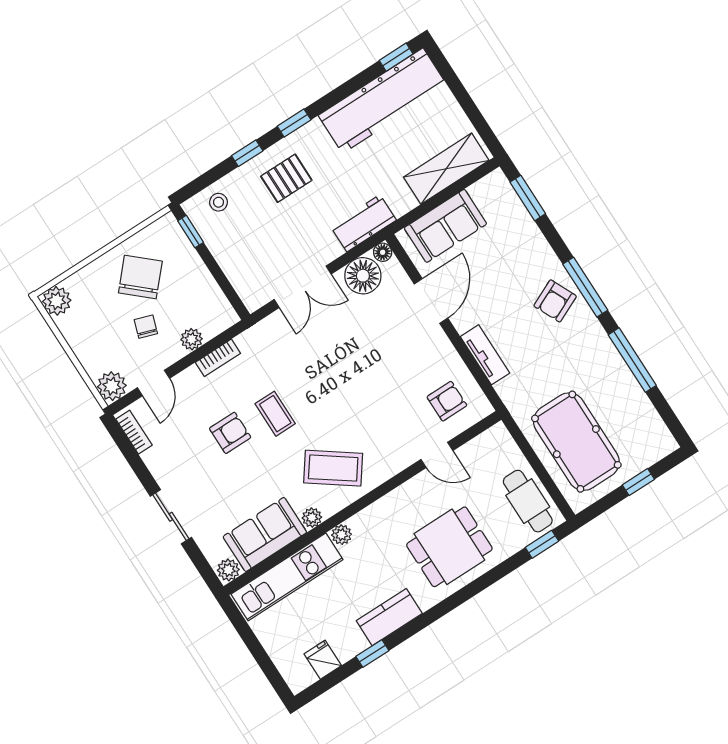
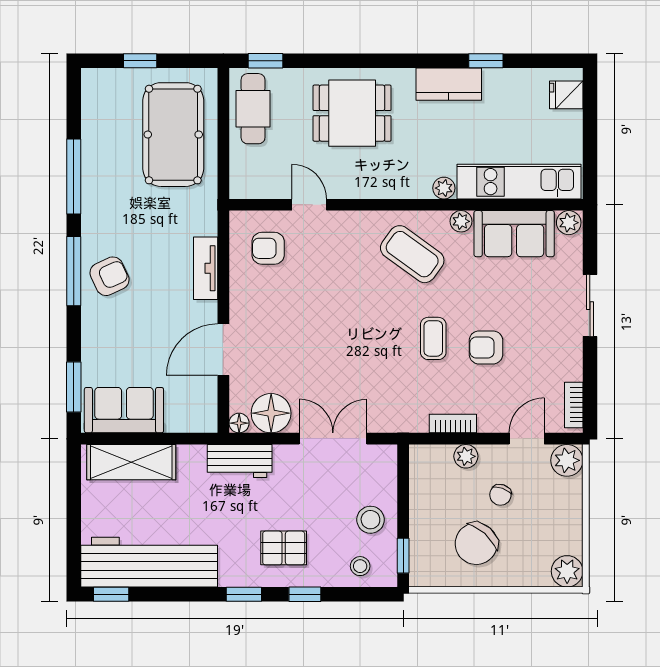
sofa: (445, 226) -> (124, 410), moved
stool: (234, 243) -> (370, 520), added
fridge: (323, 660) -> (566, 95), moved, turned 90

